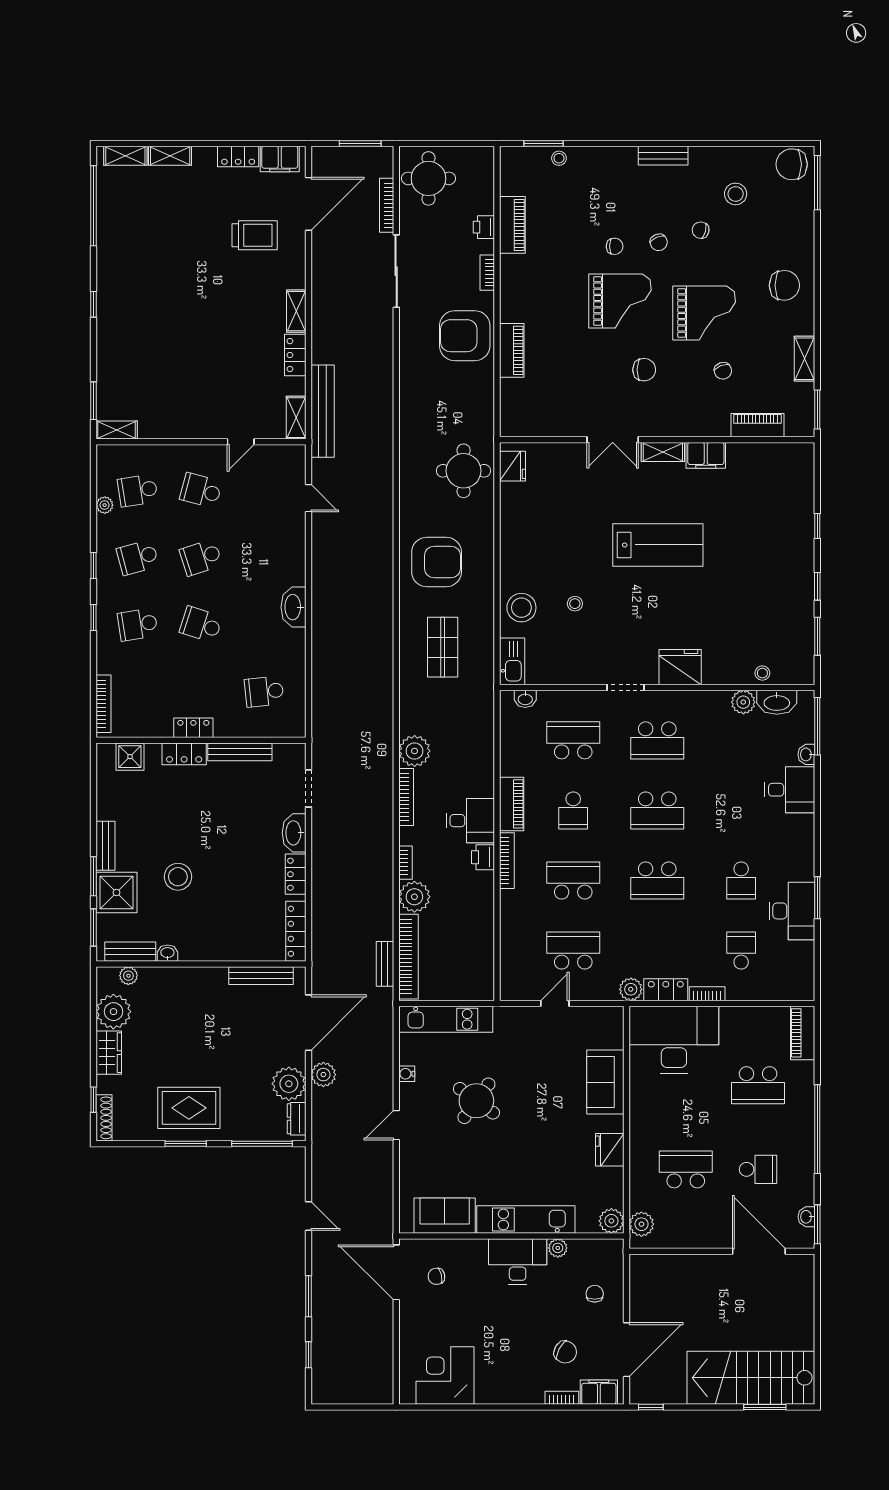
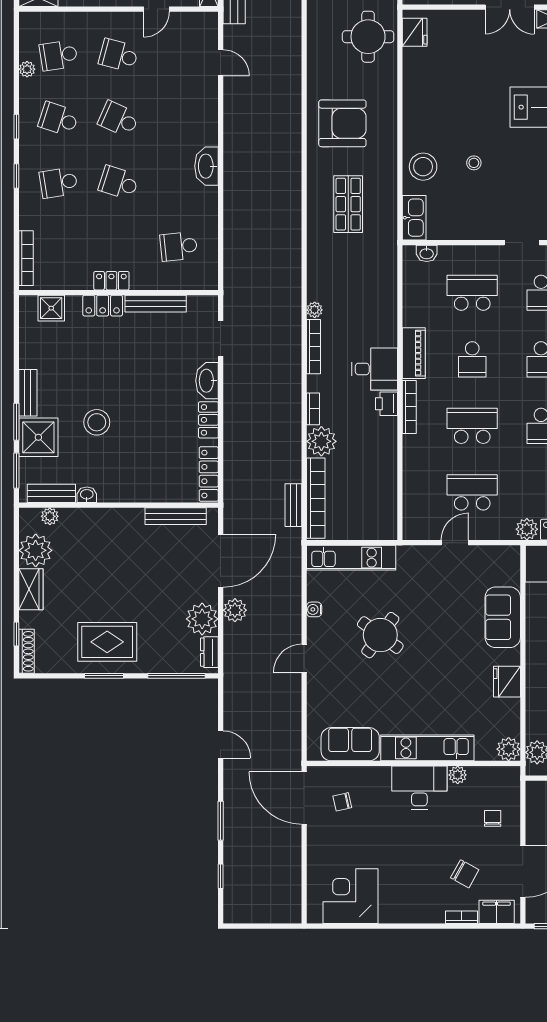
school desk: (138, 557) -> (59, 119), turned 33
school desk: (201, 557) -> (119, 119), turned 42
plant: (415, 751) -> (315, 310), width x0.53, depth x0.53

